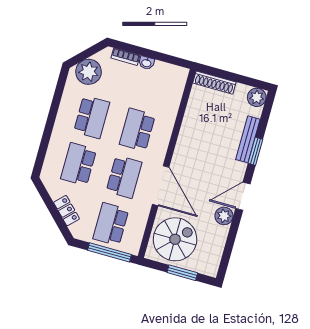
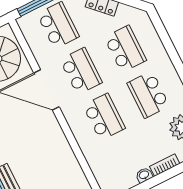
school desk: (124, 177) -> (81, 71), turned 180

